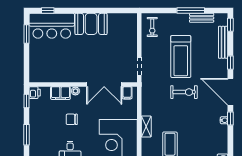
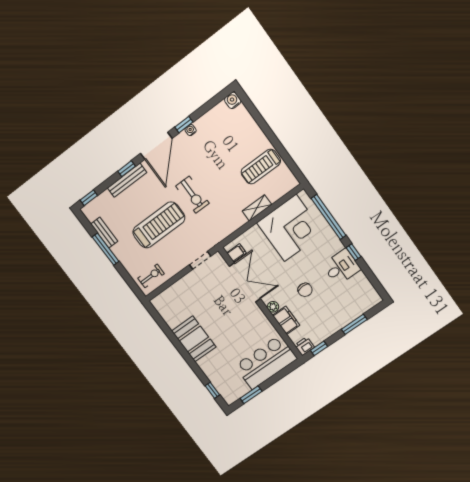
bar counter: (52, 26) -> (266, 362), moved, turned -90
bench: (223, 42) -> (127, 180), moved
exercise bike: (184, 92) -> (192, 195), turned 180

